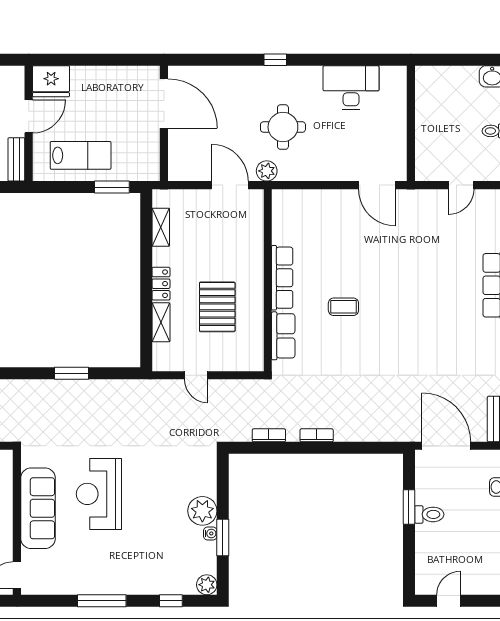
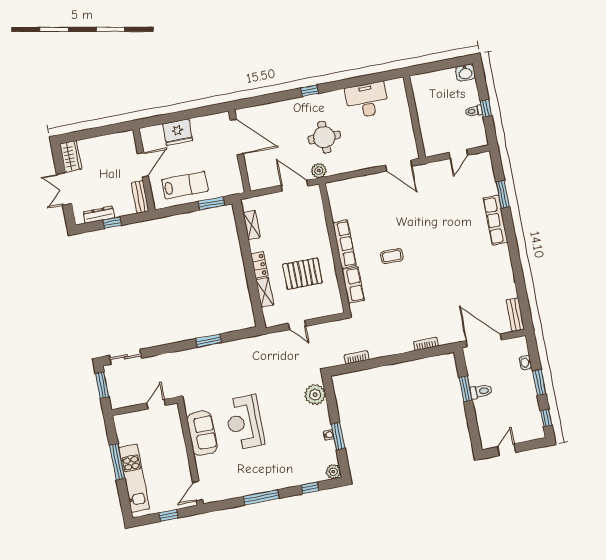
fridge: (51, 81) -> (178, 132), moved
pallet: (217, 307) -> (303, 274), turned 90
bookcase: (317, 435) -> (426, 344), moved
sofa: (38, 508) -> (202, 433), width x0.73
plant: (202, 511) -> (315, 395), moved

